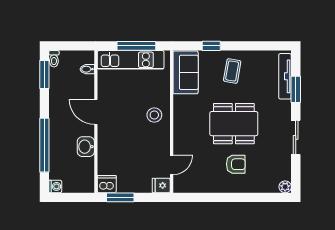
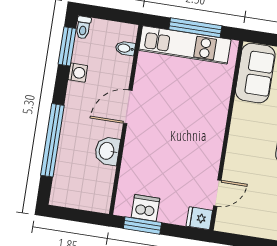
door: (96, 112) -> (128, 107), hinge flipped
stool: (154, 115) -> (205, 123), removed
dishwasher: (107, 184) -> (145, 208), moved
washing machine: (55, 186) -> (78, 73), moved

